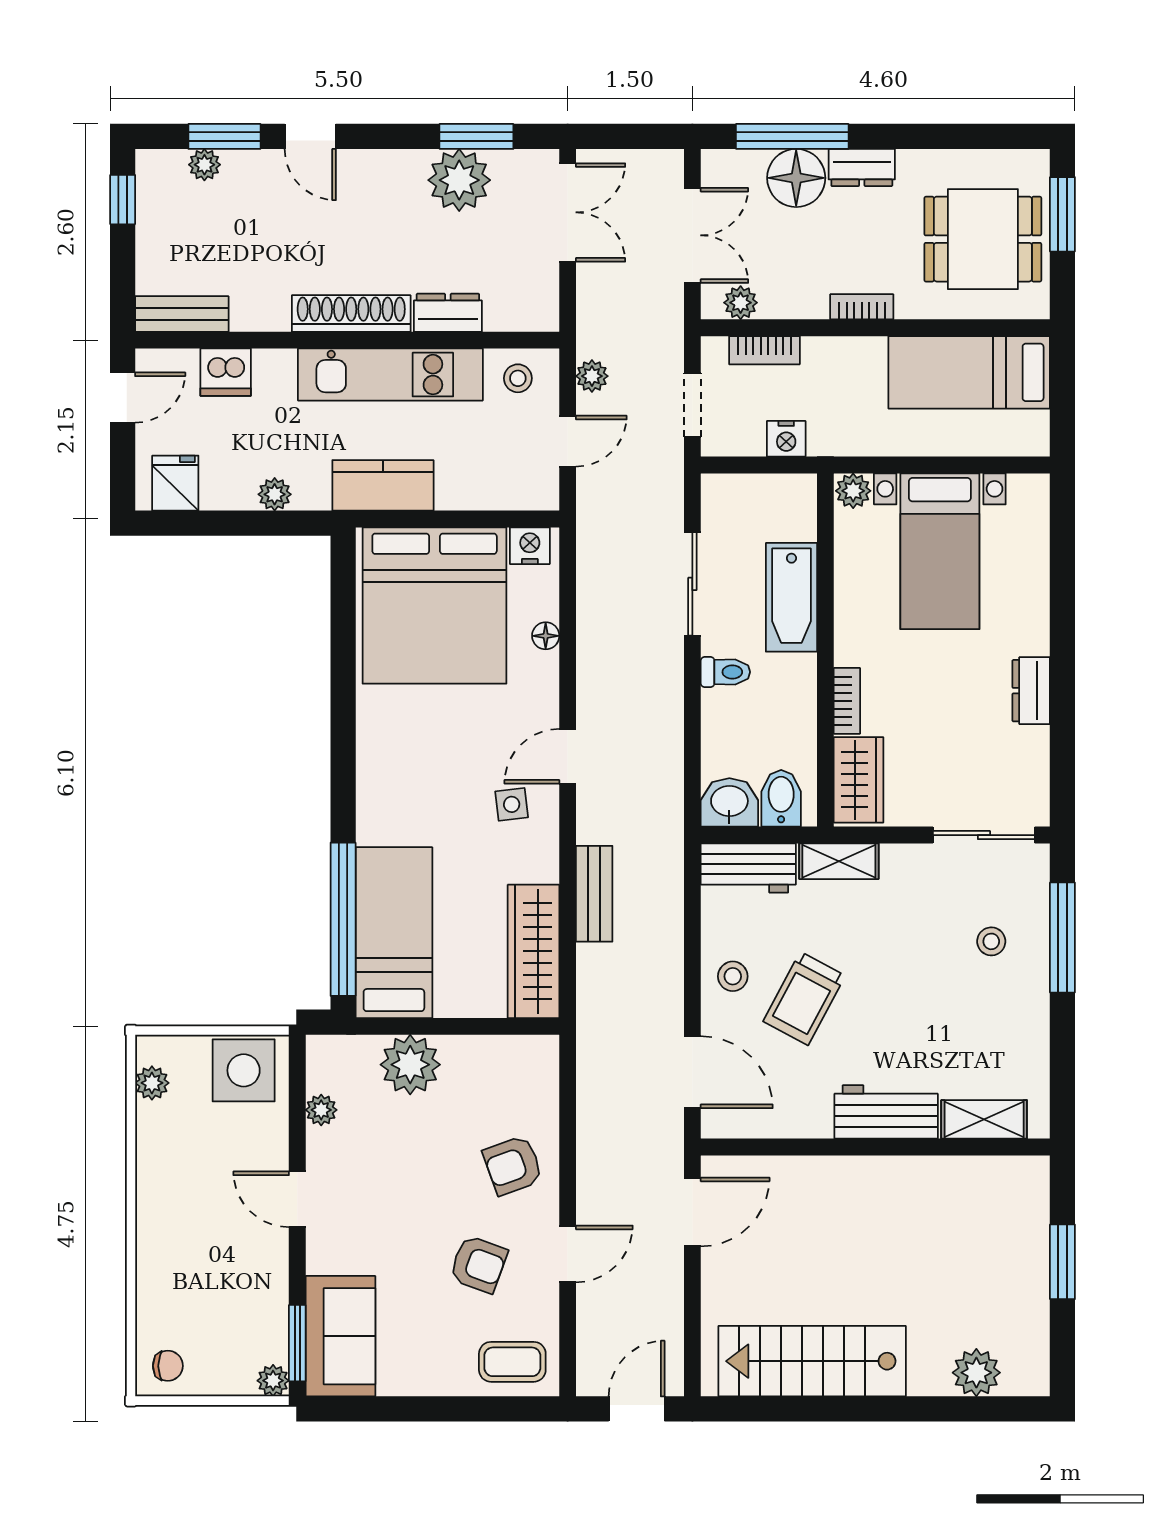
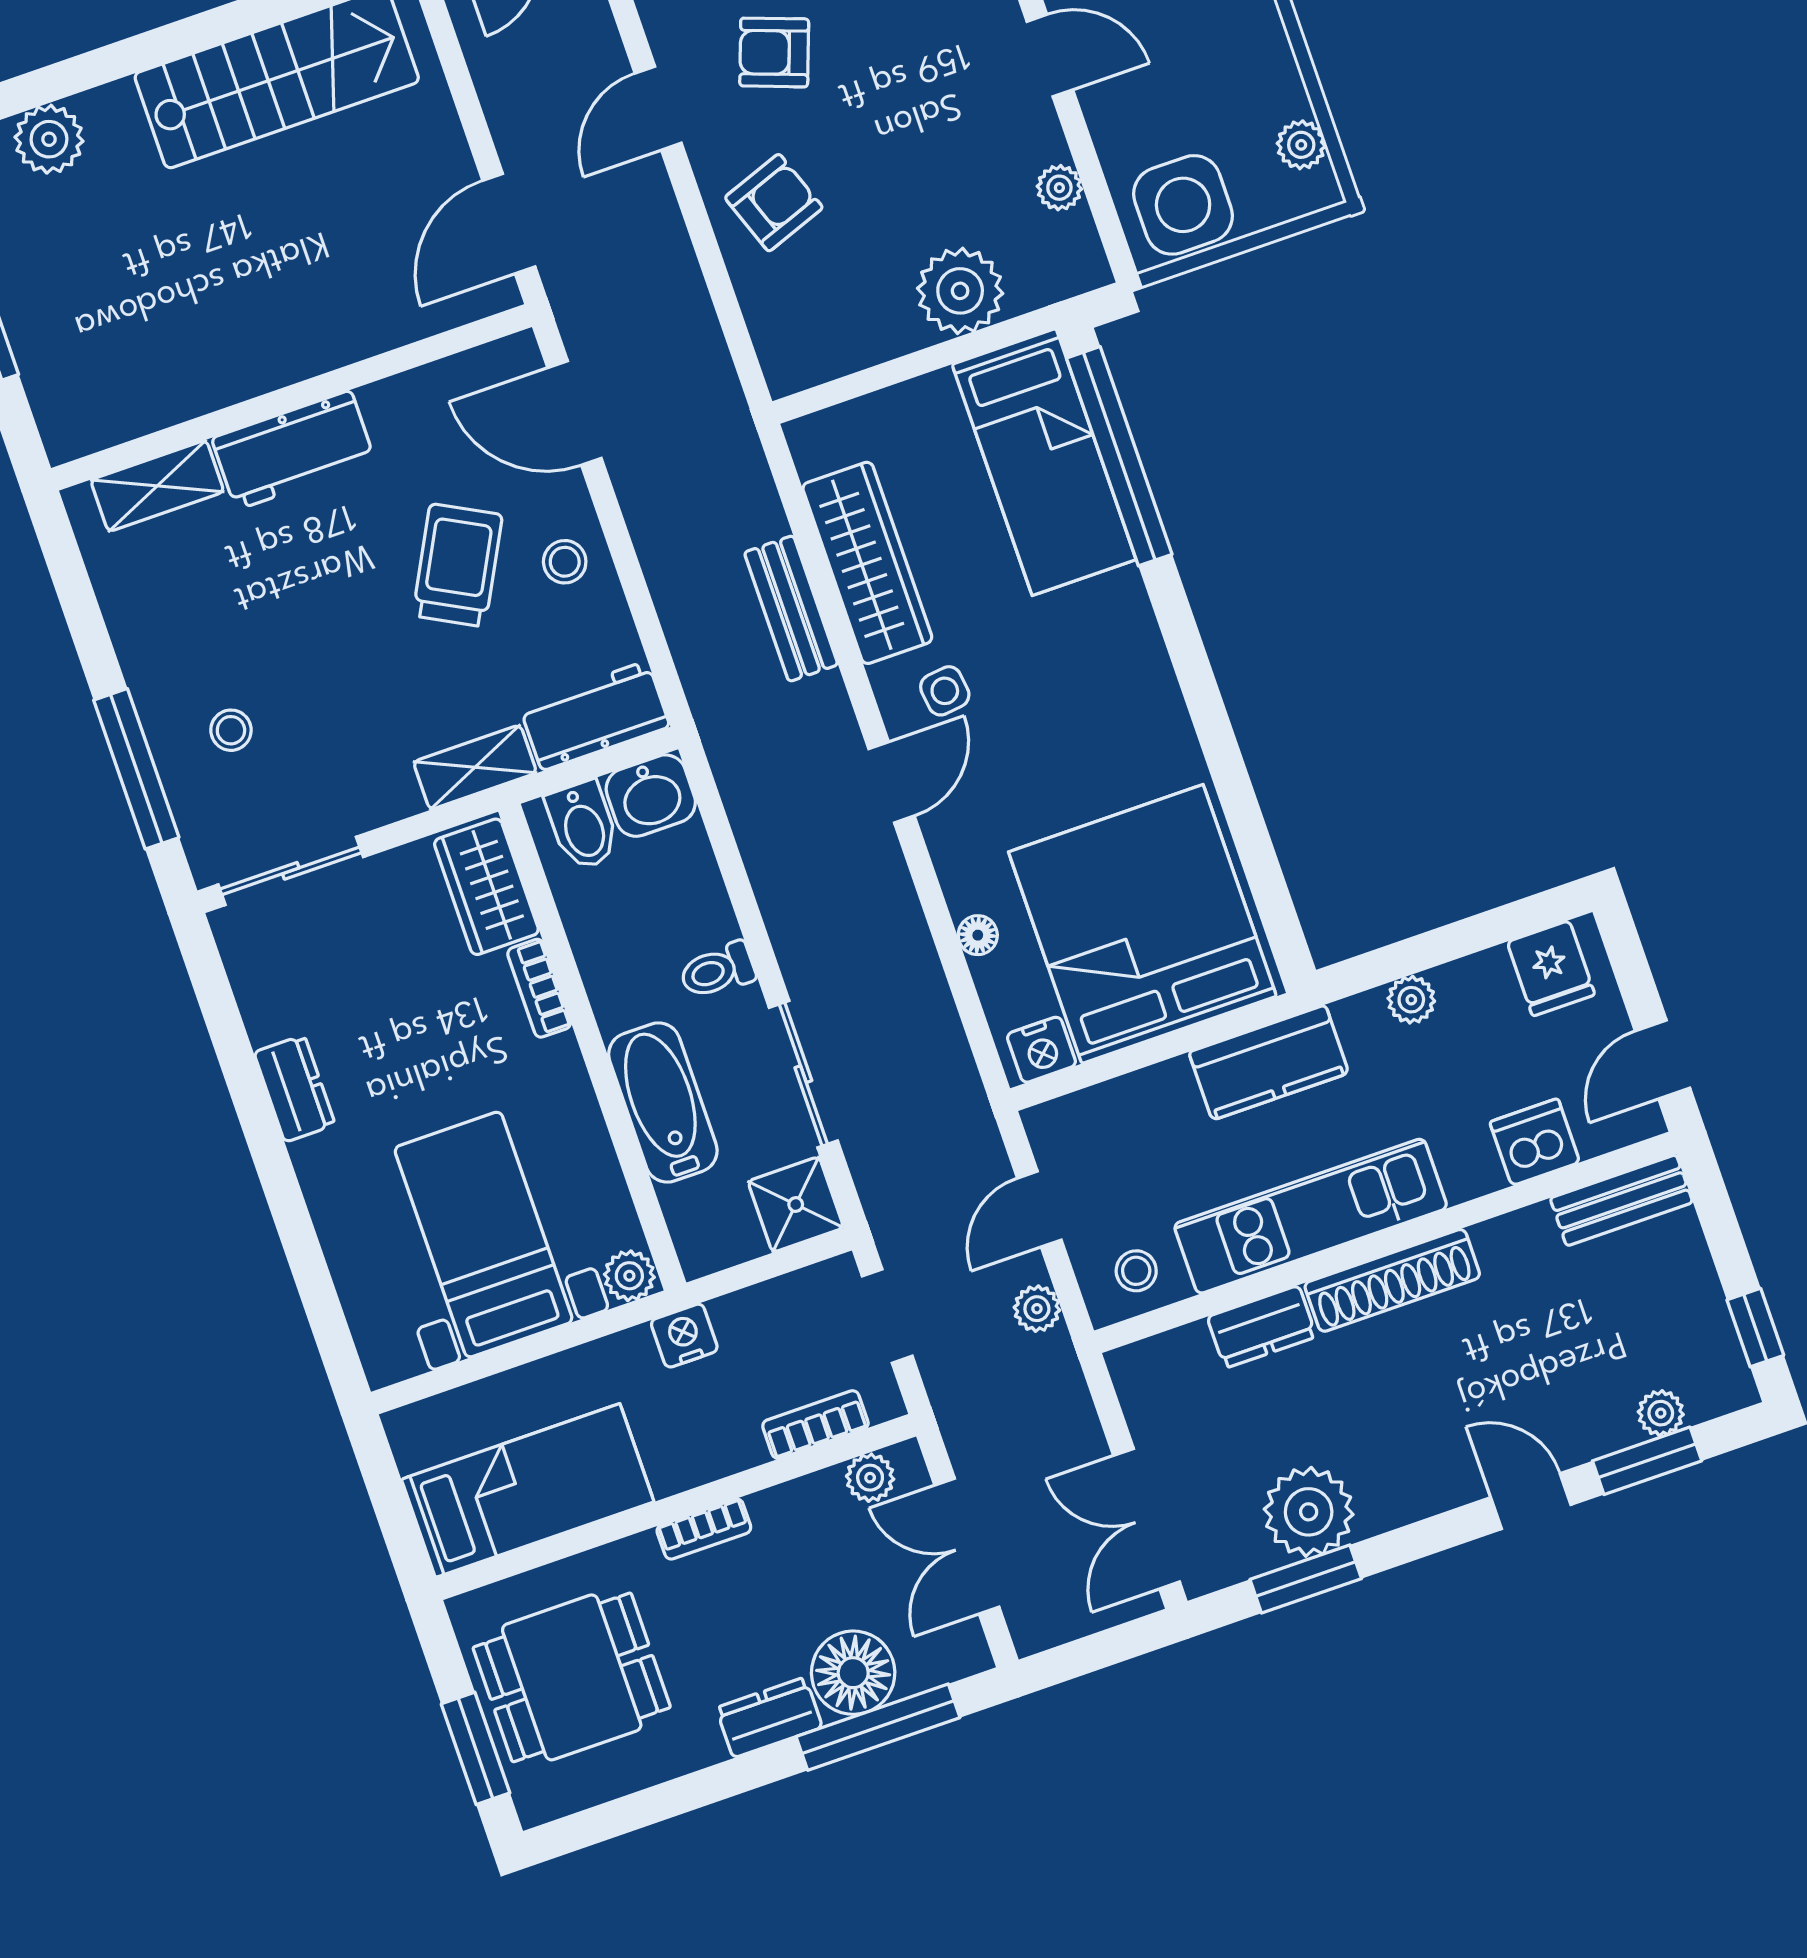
nightstand: (786, 439) -> (684, 1336), moved
shower: (727, 500) -> (796, 1204), added
wardrobe: (533, 951) -> (867, 563), moved

